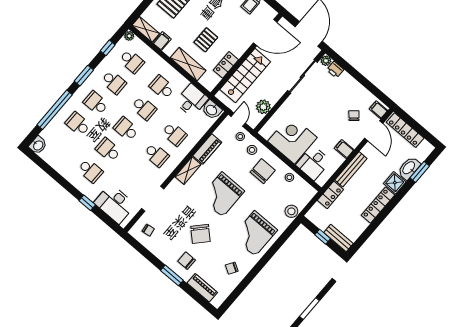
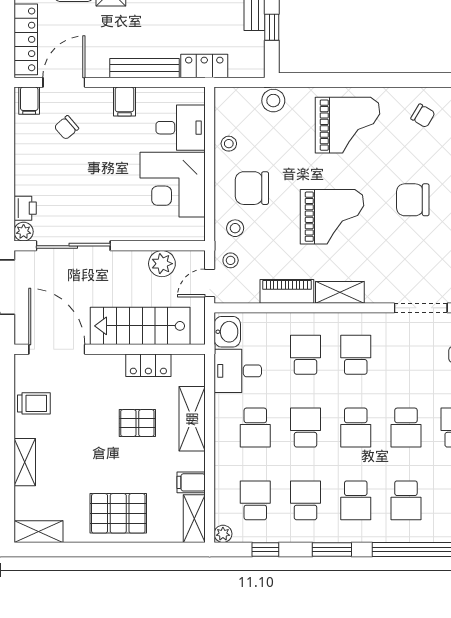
chair: (200, 234) -> (413, 200), turned -133

